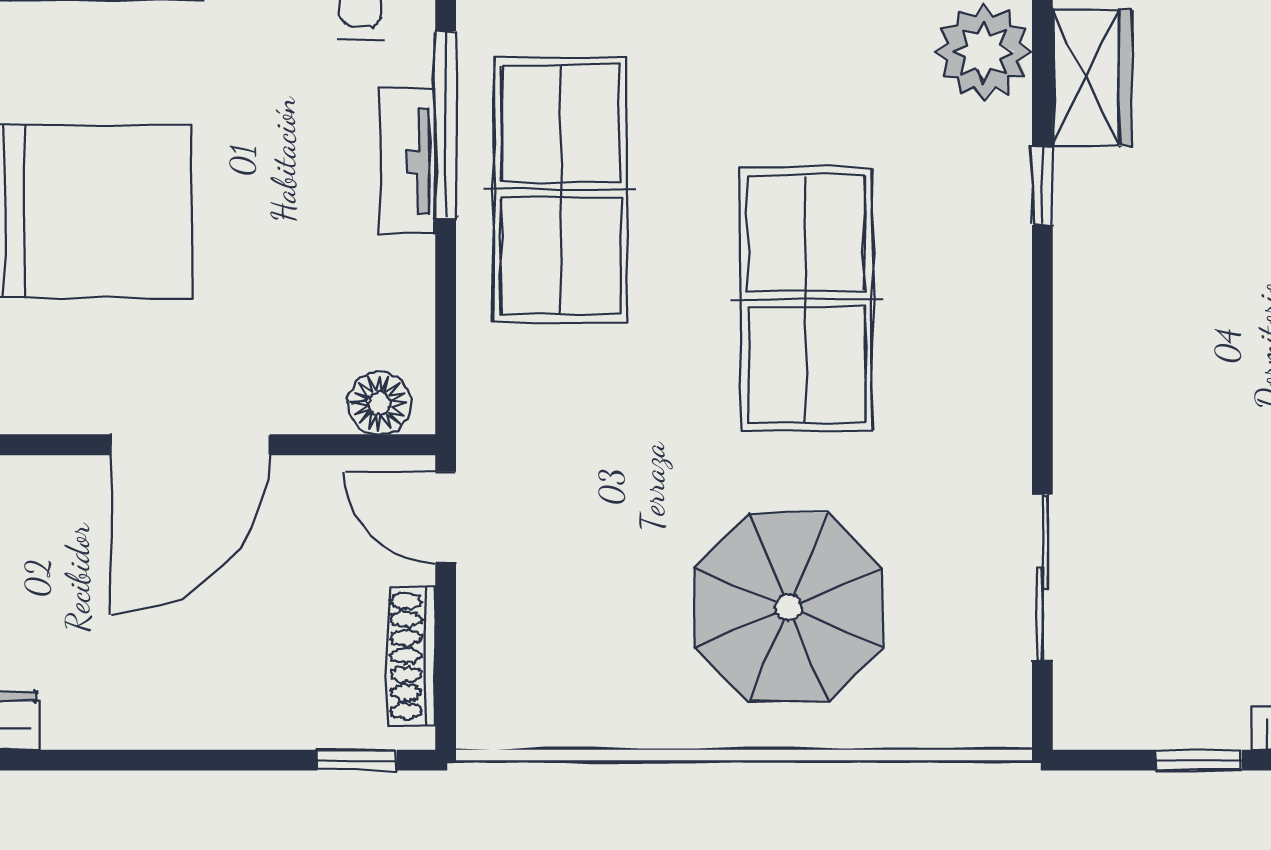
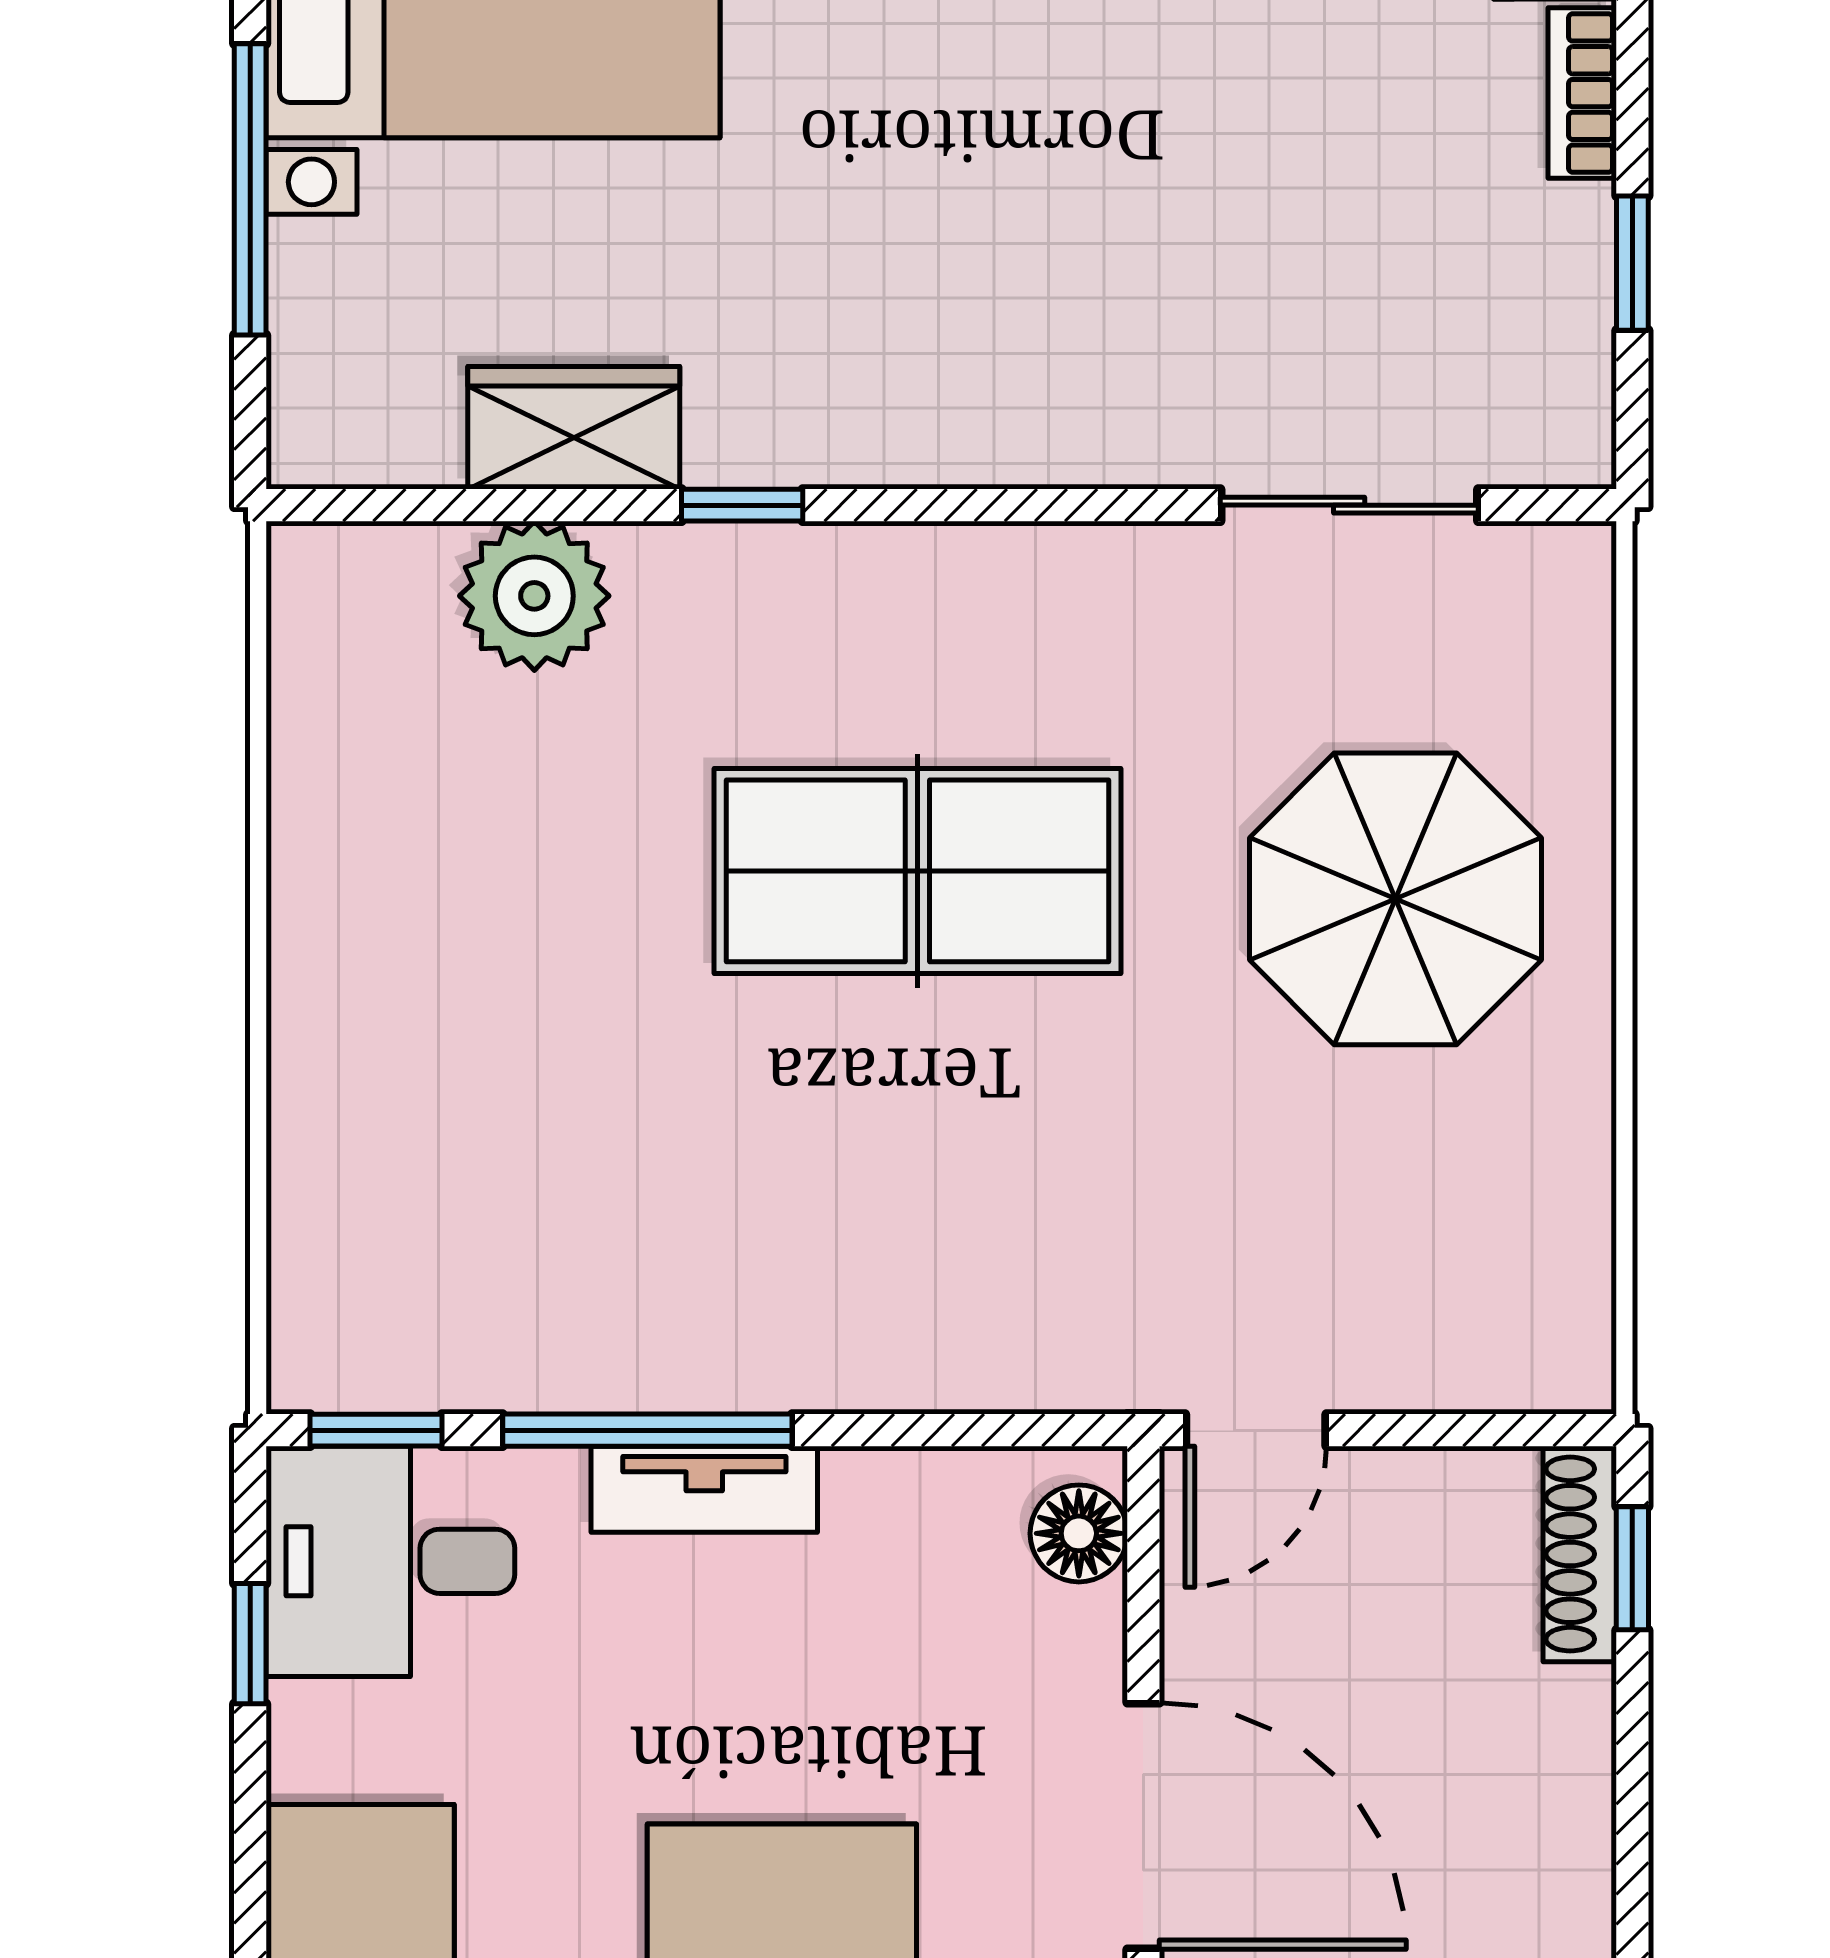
table tennis table: (561, 189) -> (748, 1252), removed
shoe rack: (412, 656) -> (1580, 1554), moved, turned 90

